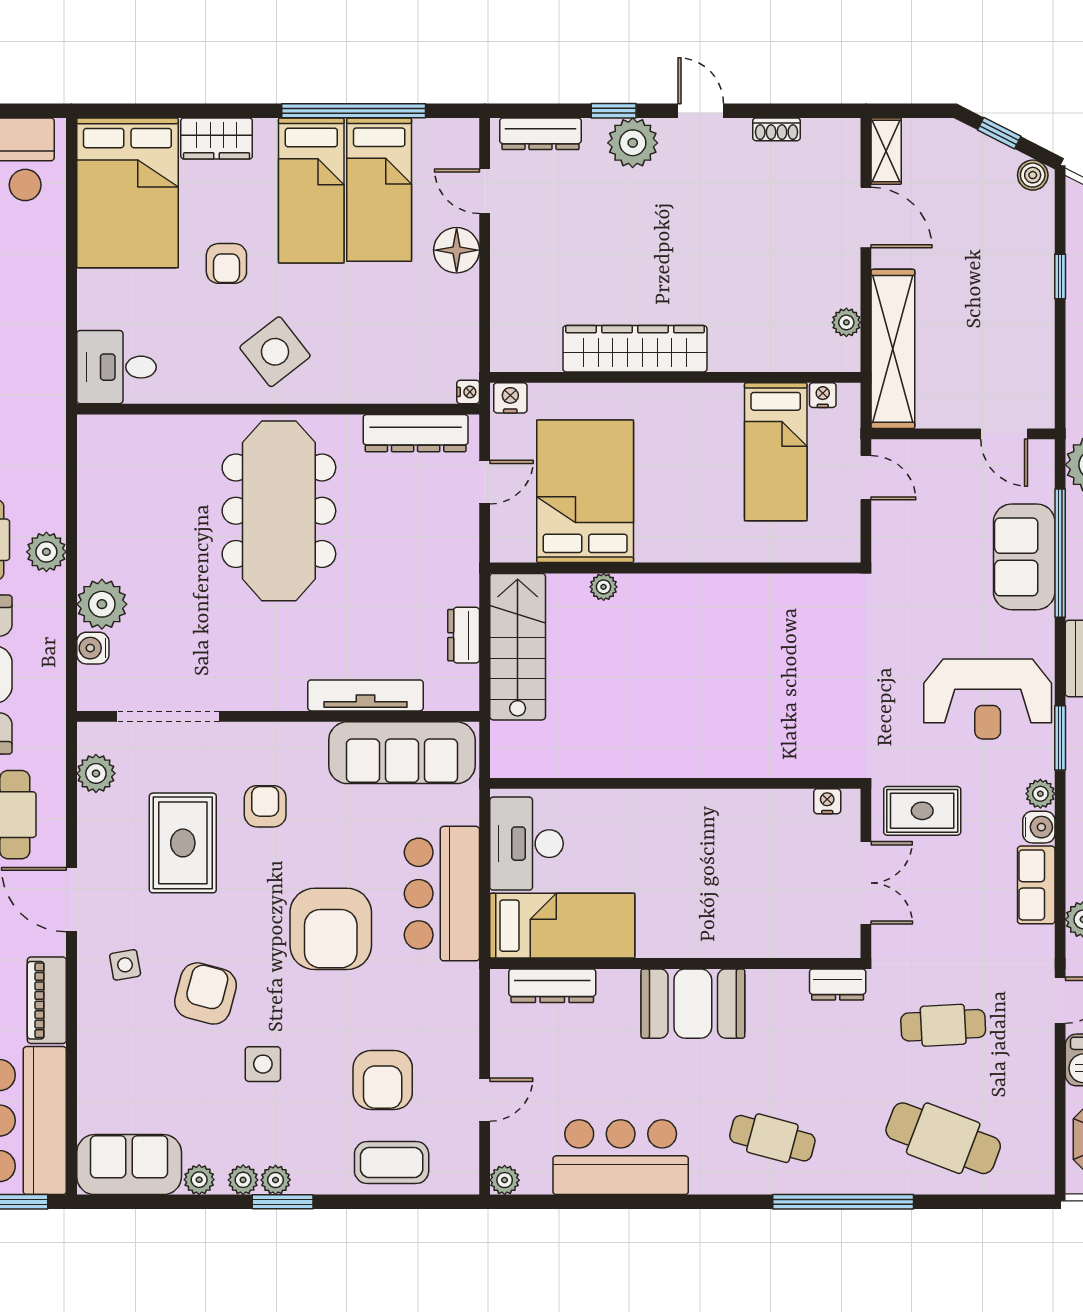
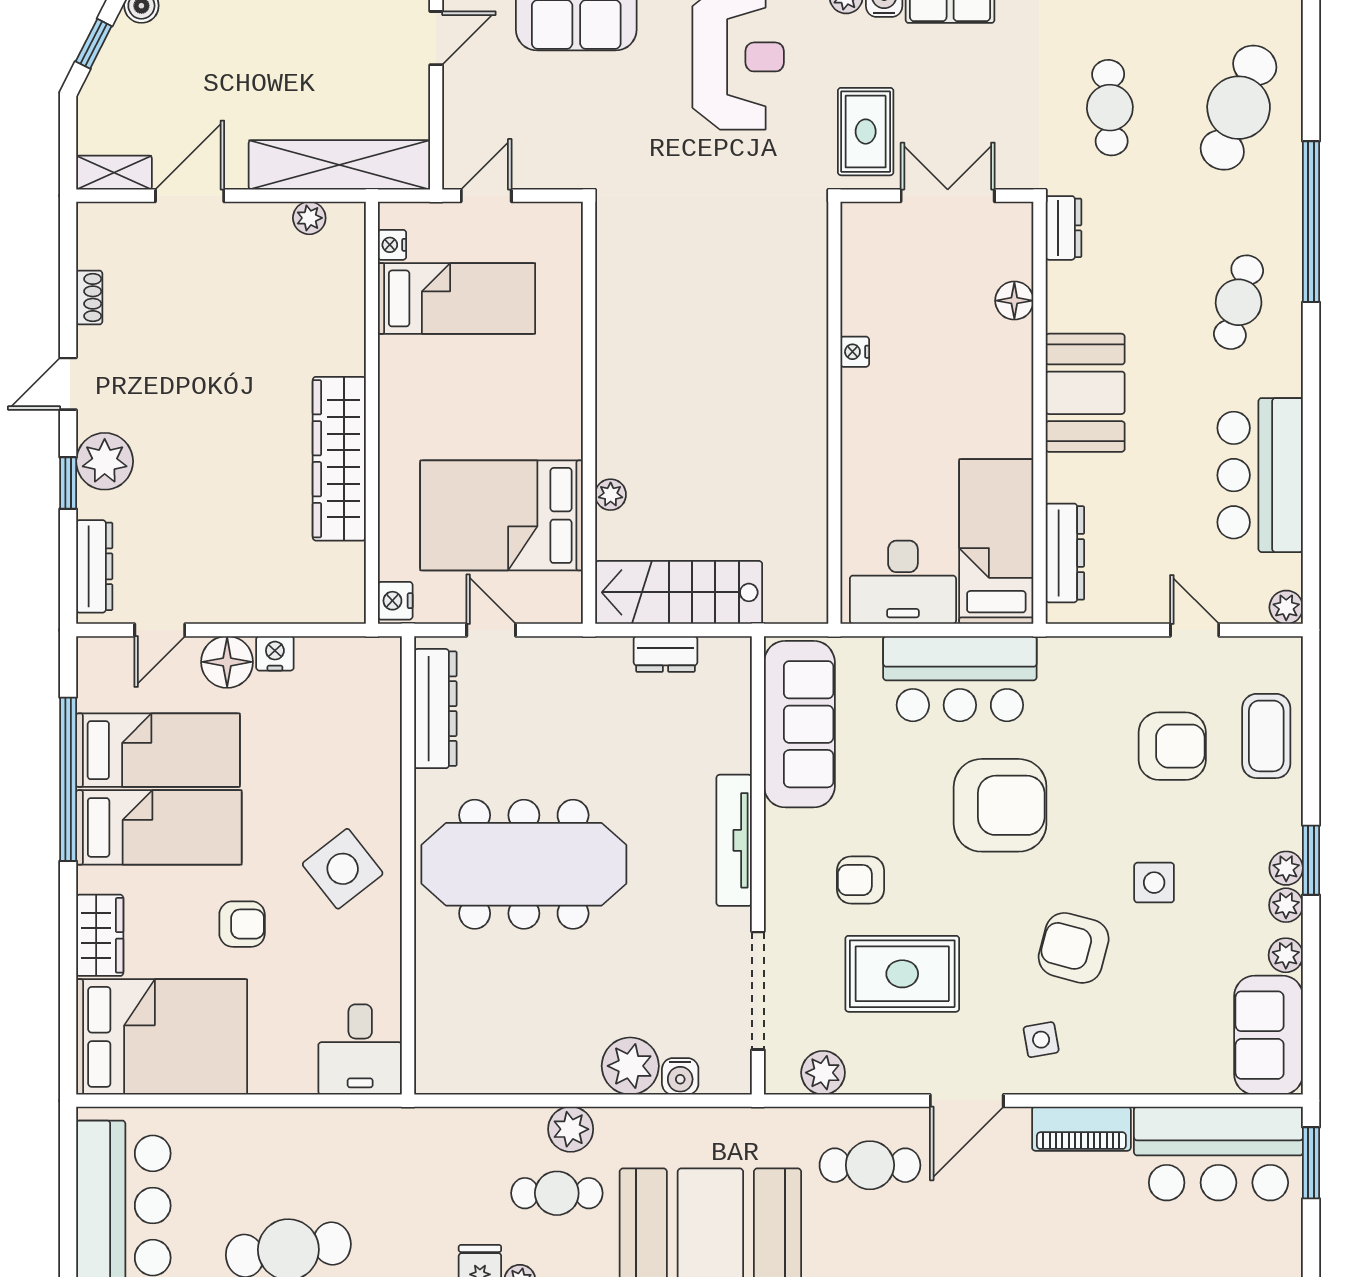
nightstand: (468, 392) -> (275, 653), moved, width x1.39, depth x1.35
tv unit: (365, 695) -> (734, 840), moved
nightstand: (827, 801) -> (855, 352), moved
floor lamp: (774, 941) -> (1014, 301), added

